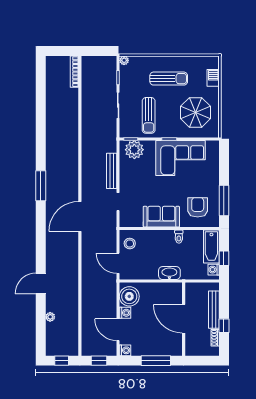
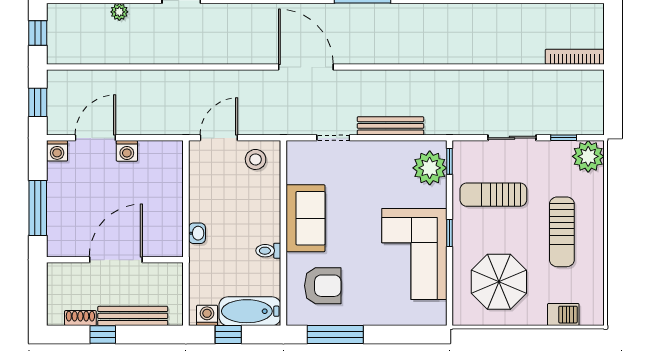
plant: (124, 60) -> (588, 156), width x1.88, depth x1.88
washbasin: (169, 273) -> (197, 233), width x0.52, depth x0.69
boiler: (129, 296) -> (157, 159), removed

